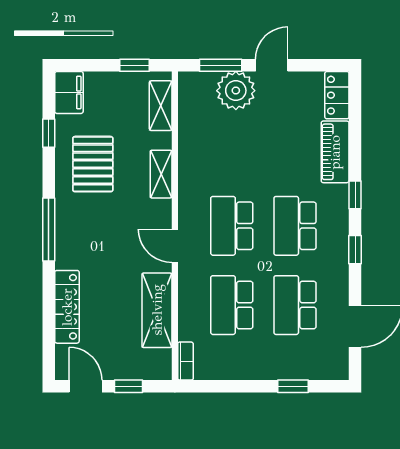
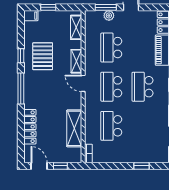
window: (135, 65) -> (48, 7), moved
plant: (236, 91) -> (109, 15), width x0.53, depth x0.53
filing cabinet: (69, 92) -> (31, 16), width x0.50
window: (49, 133) -> (21, 56), moved
door: (175, 246) -> (83, 83), moved
school desk: (295, 305) -> (111, 48), moved

